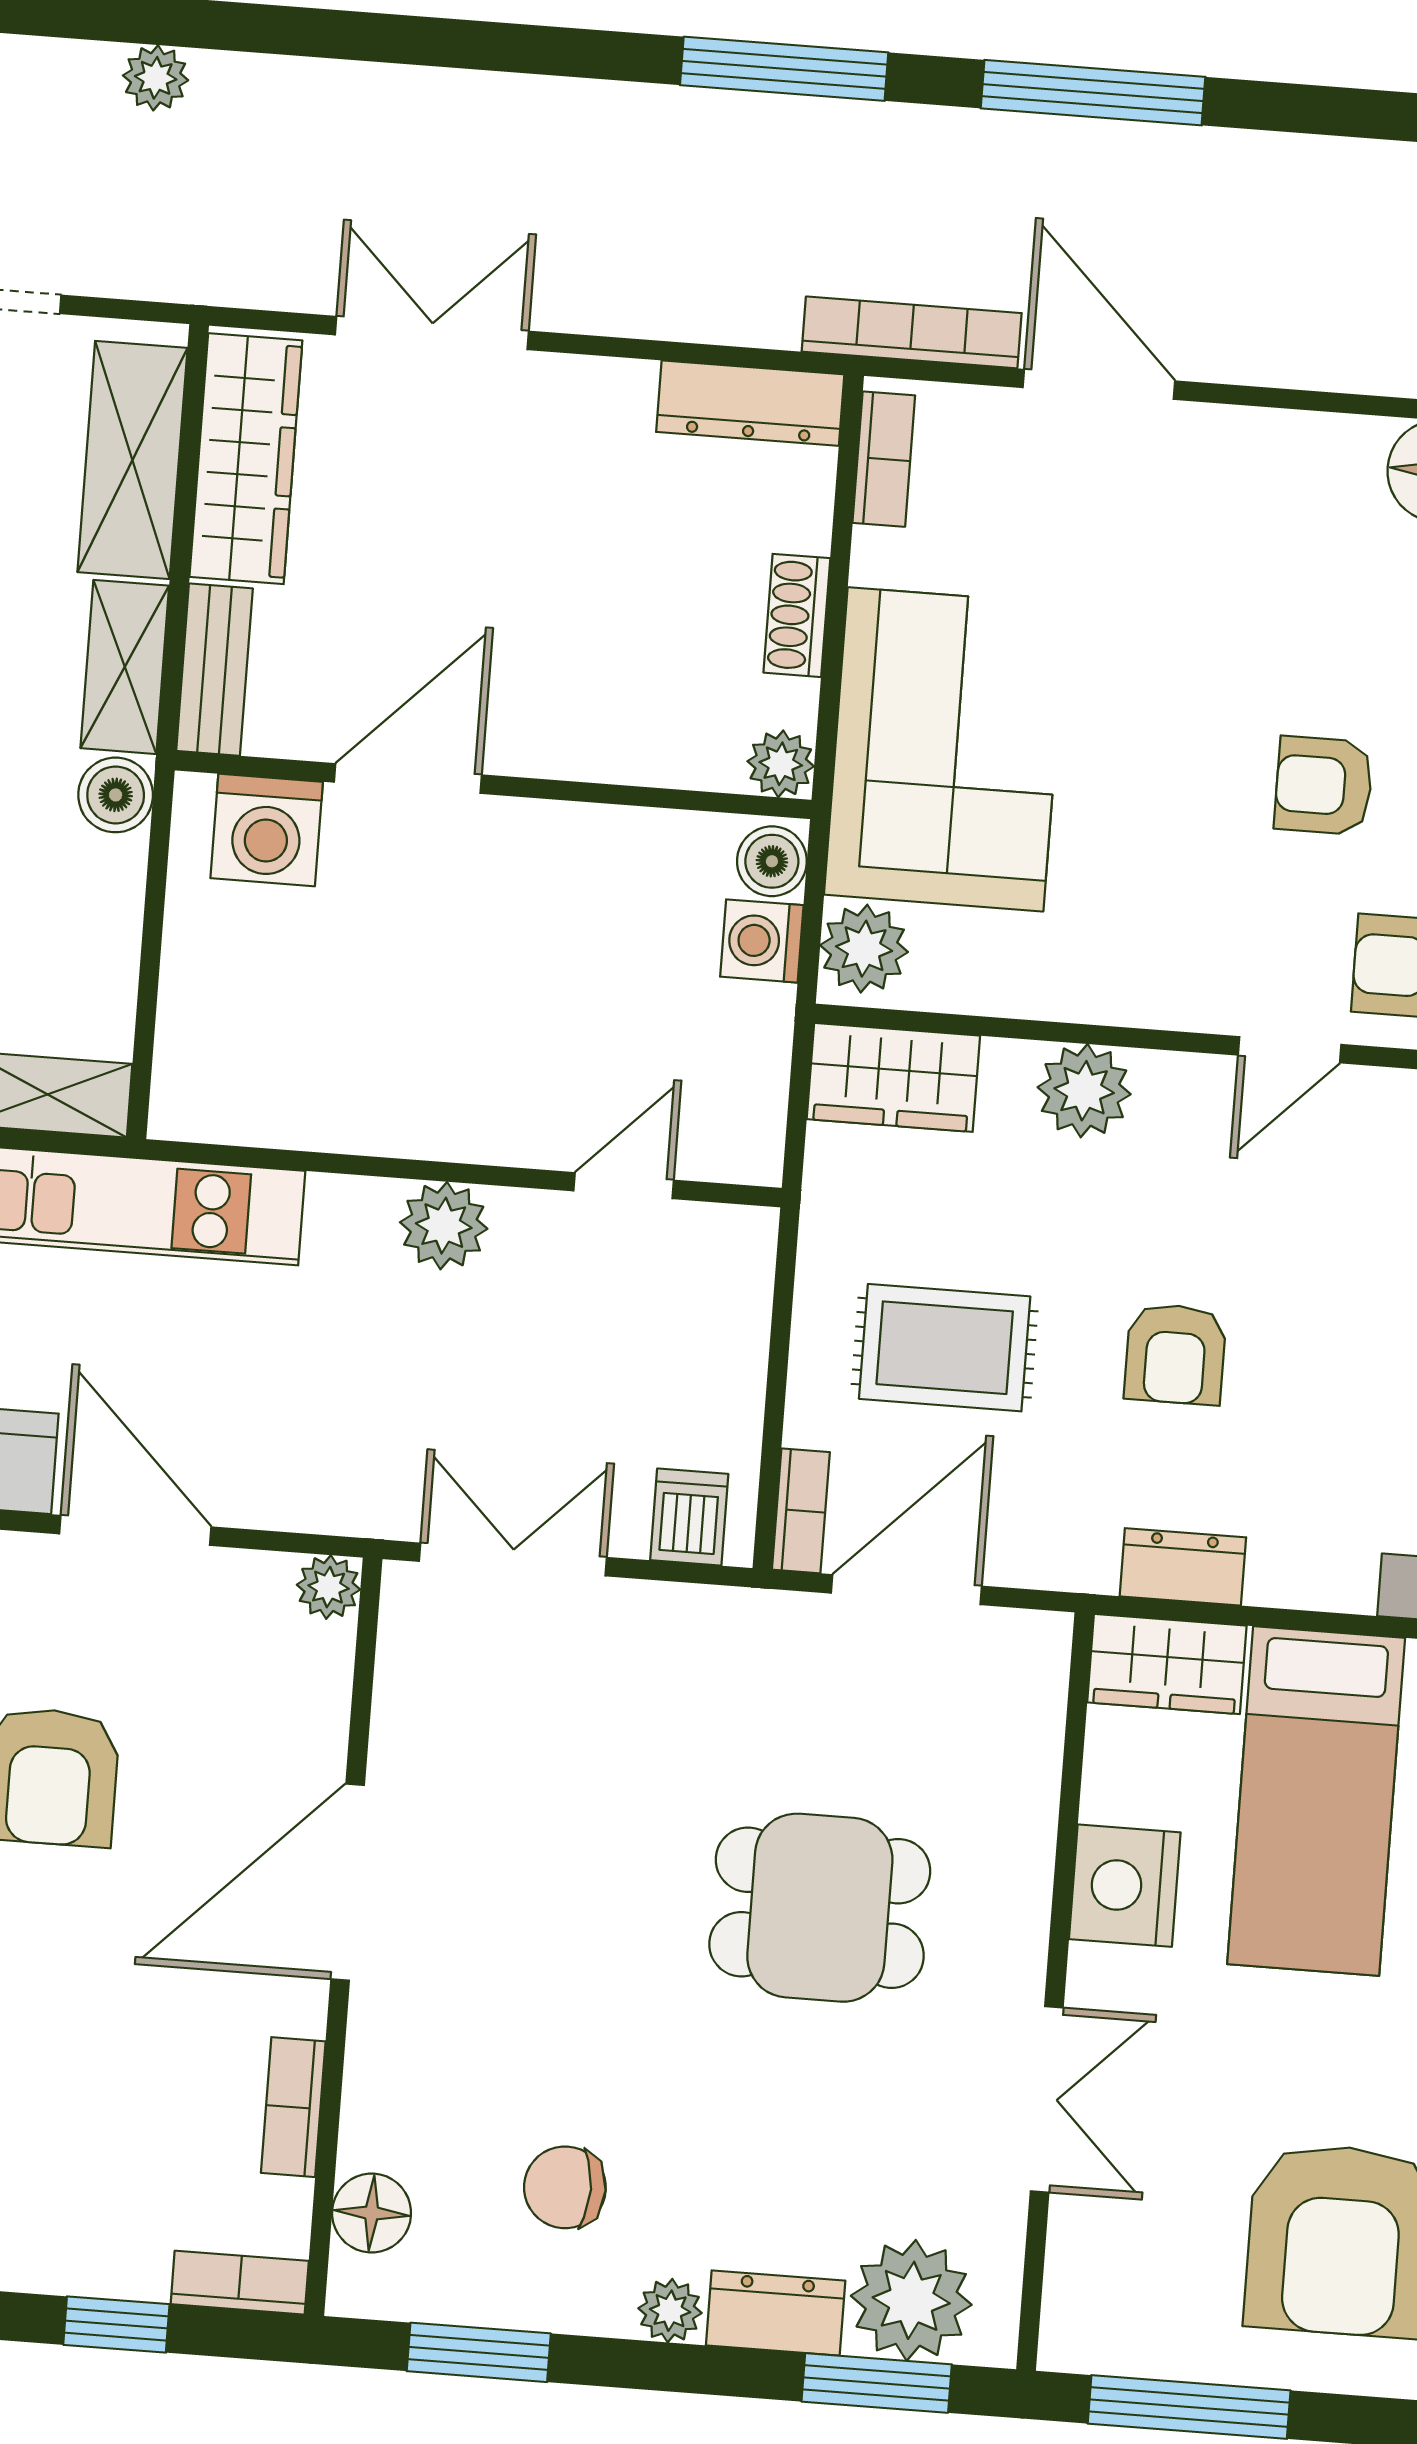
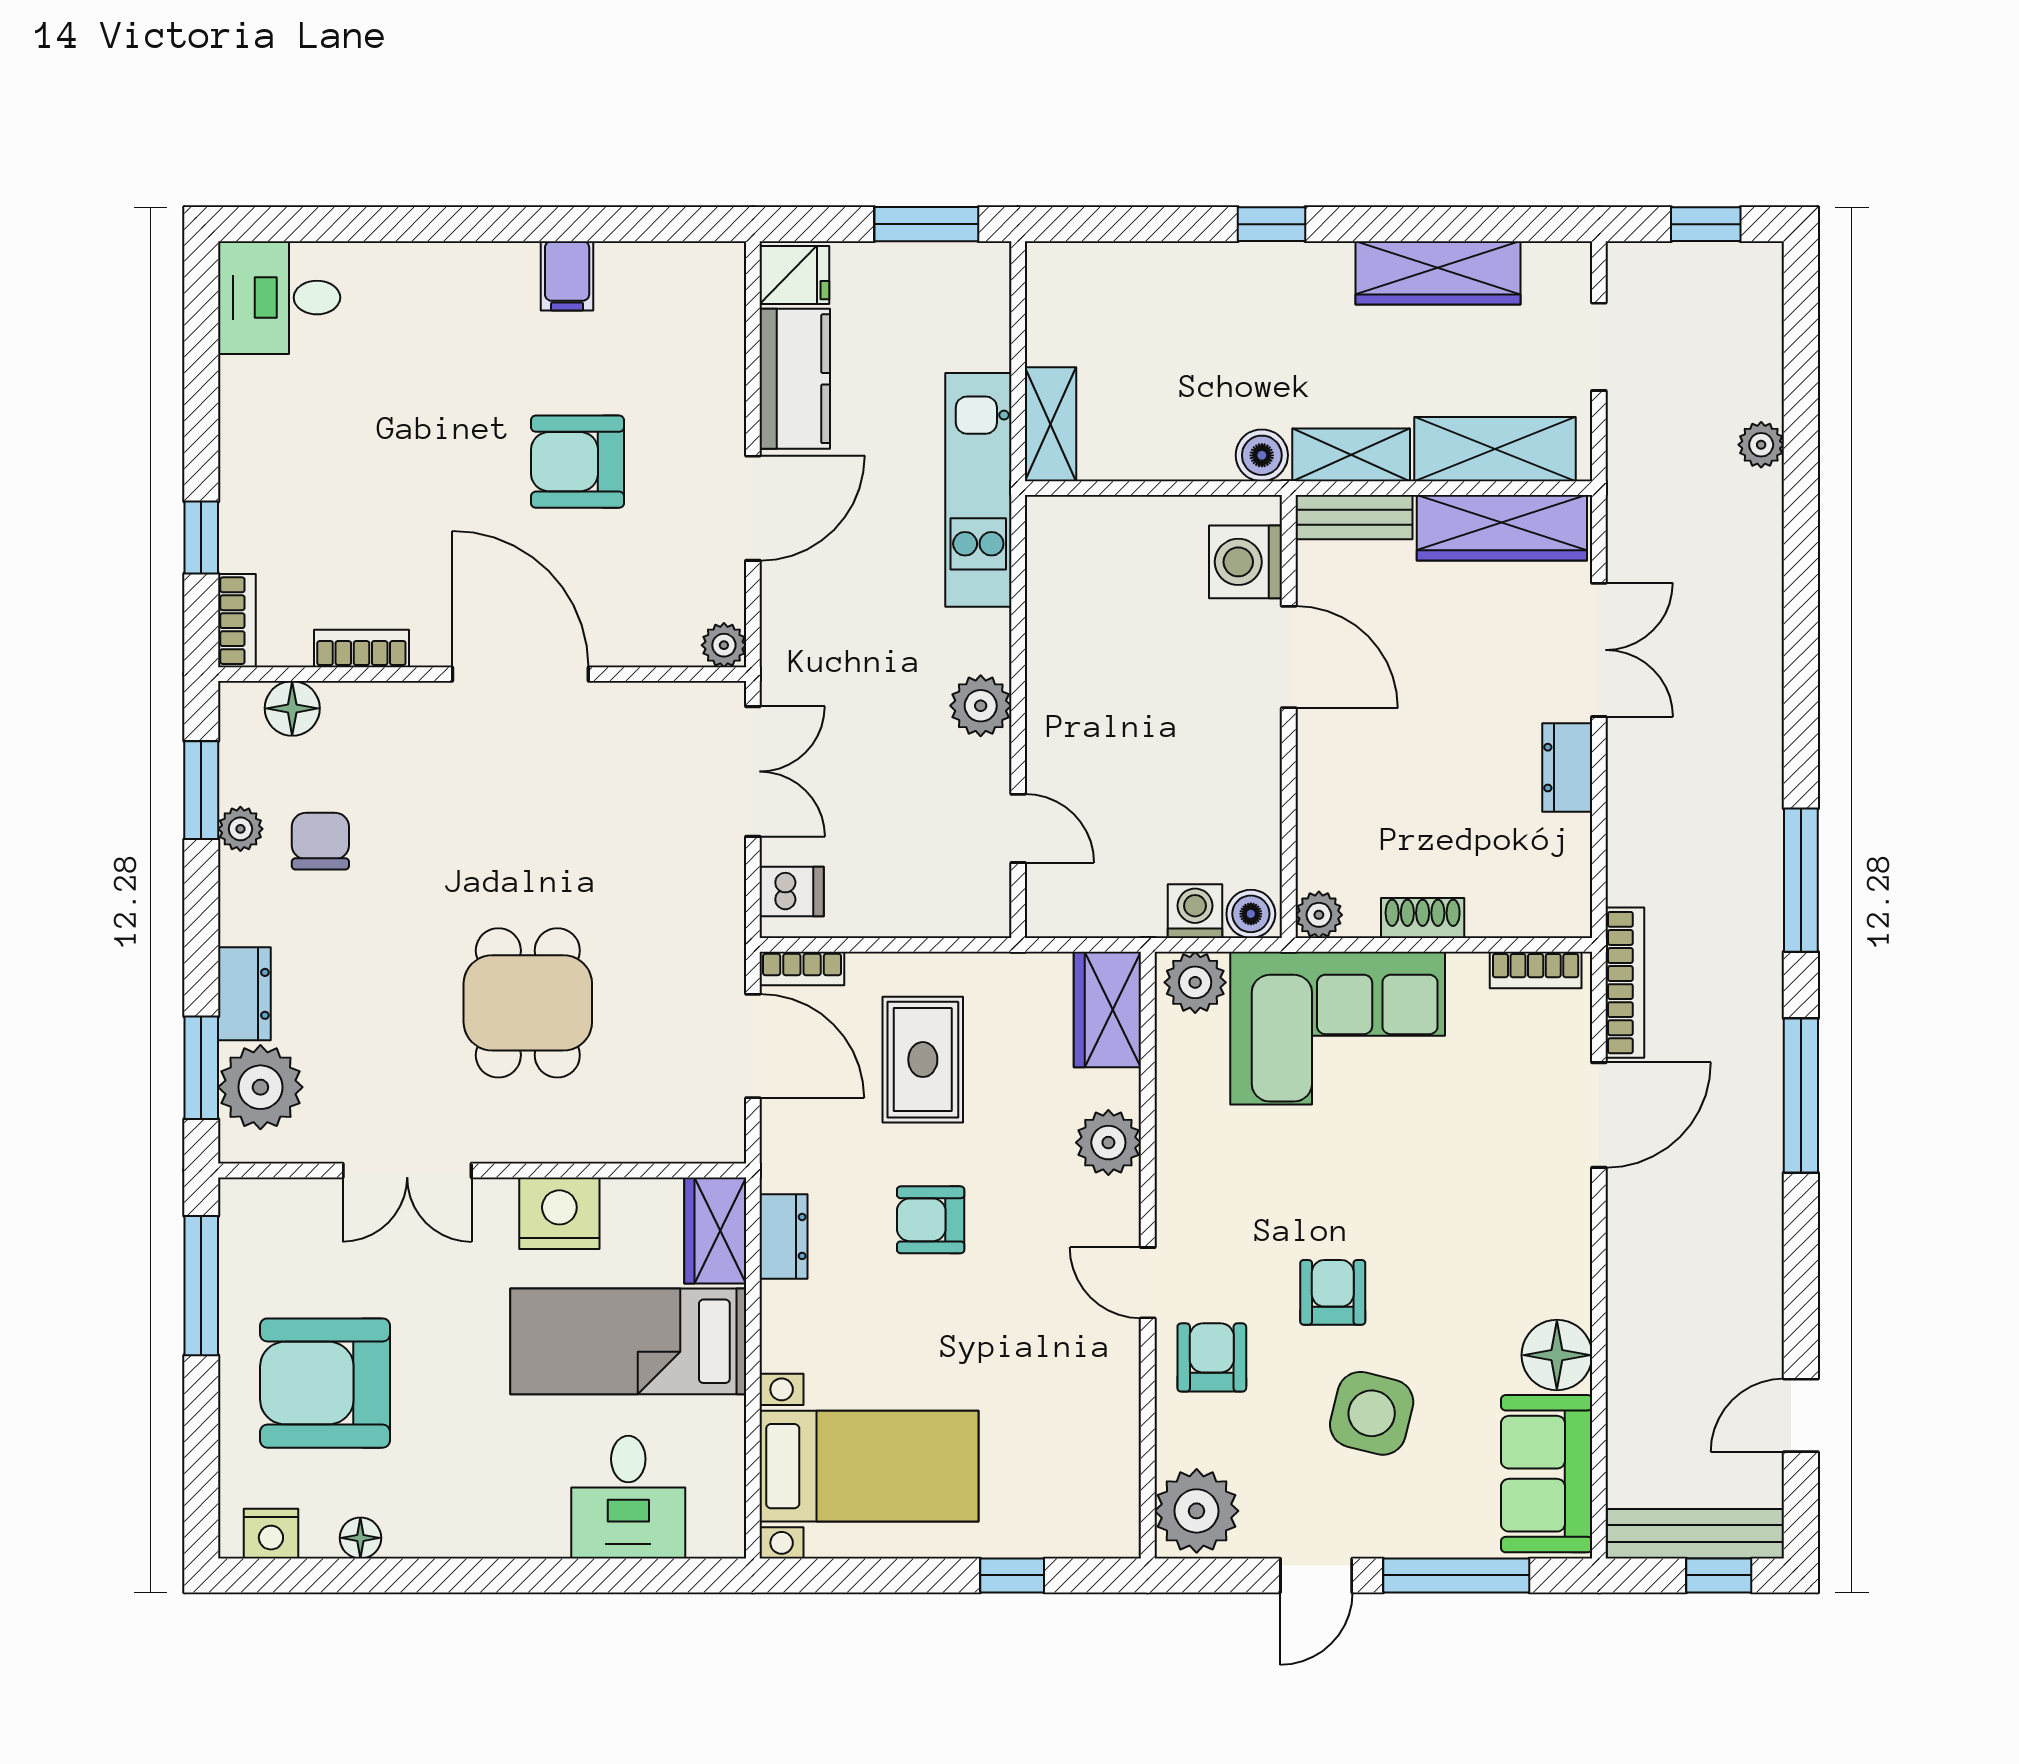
dresser: (750, 403) -> (1567, 768), moved, width x0.70
plant: (670, 2311) -> (240, 829), moved

